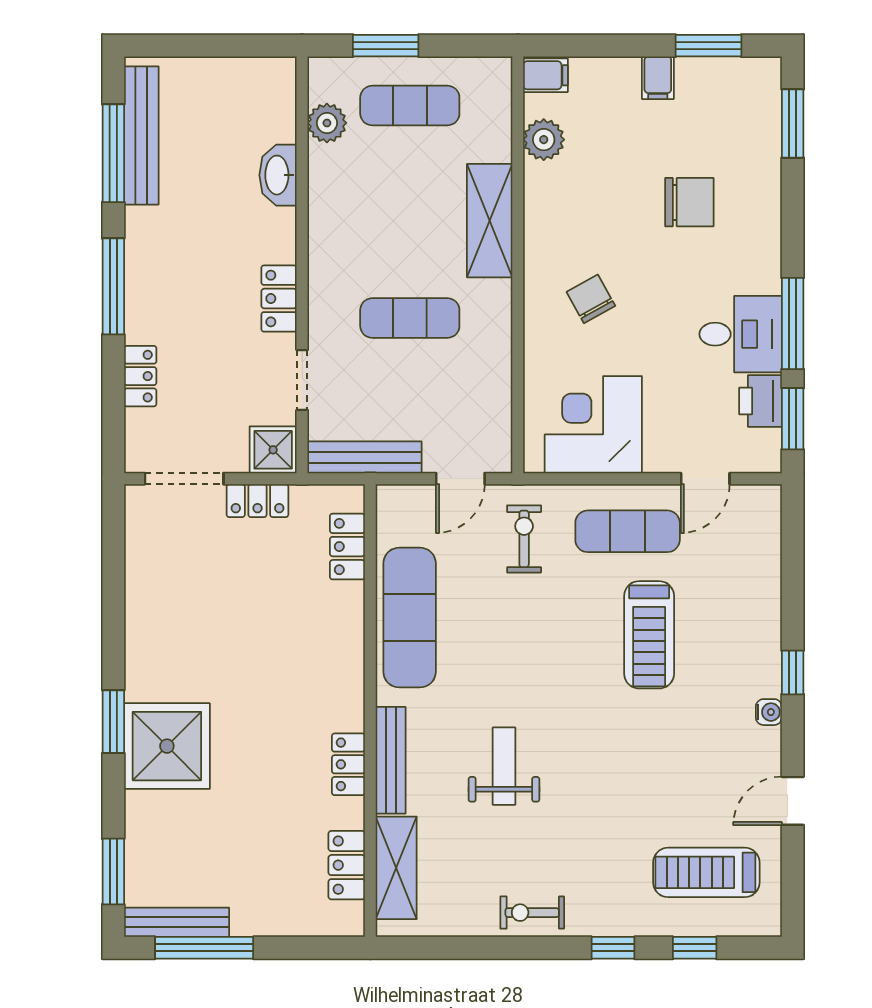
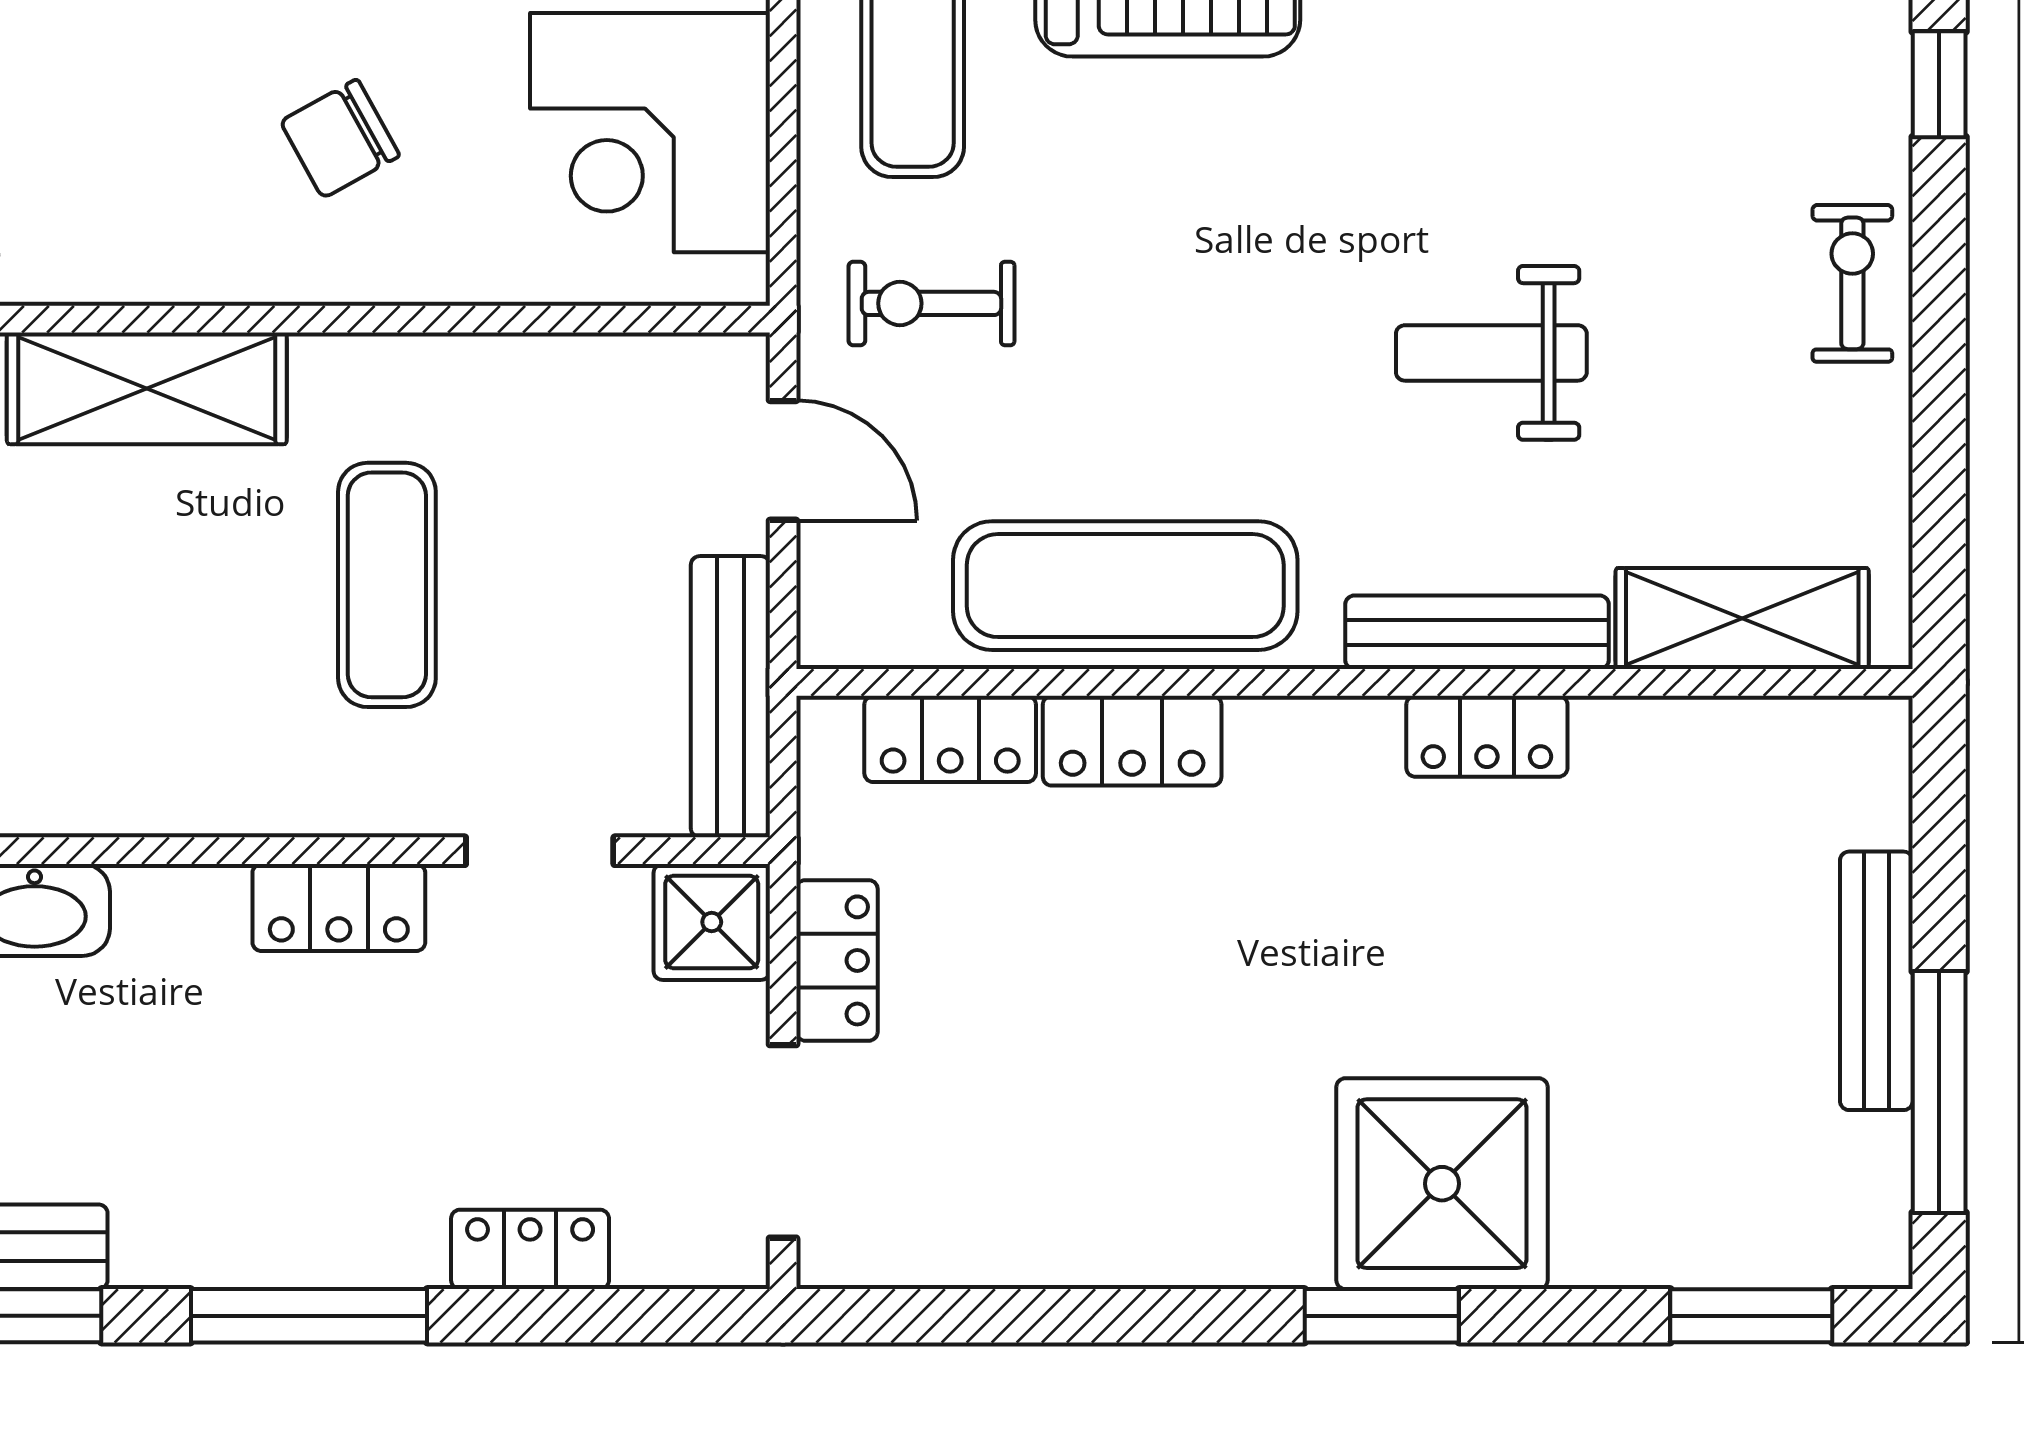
locker: (347, 865) -> (1132, 741), moved
exercise bike: (532, 913) -> (1852, 283), turned 180
bench: (177, 922) -> (1876, 981), moved

